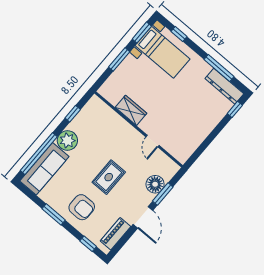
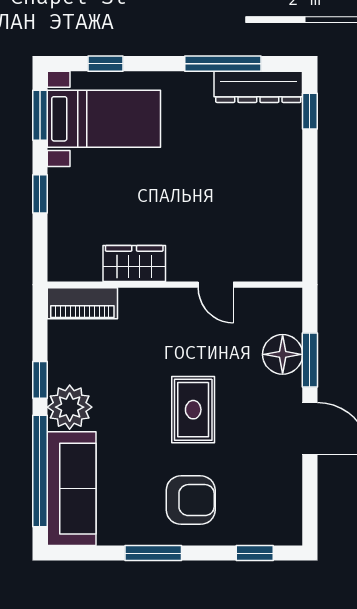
window: (119, 59) -> (40, 194), width x0.67
window: (73, 114) -> (40, 380), moved
piano: (115, 234) -> (82, 303), moved, turned -90

